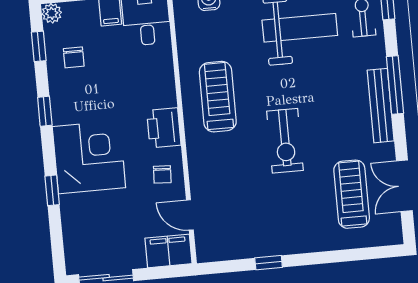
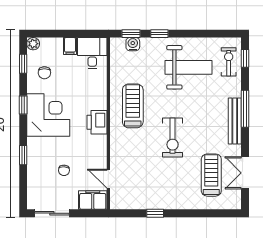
corner desk: (89, 157) -> (48, 115), moved
chair: (162, 174) -> (64, 170), moved

